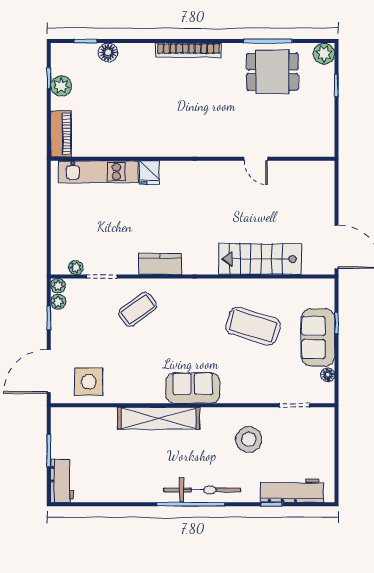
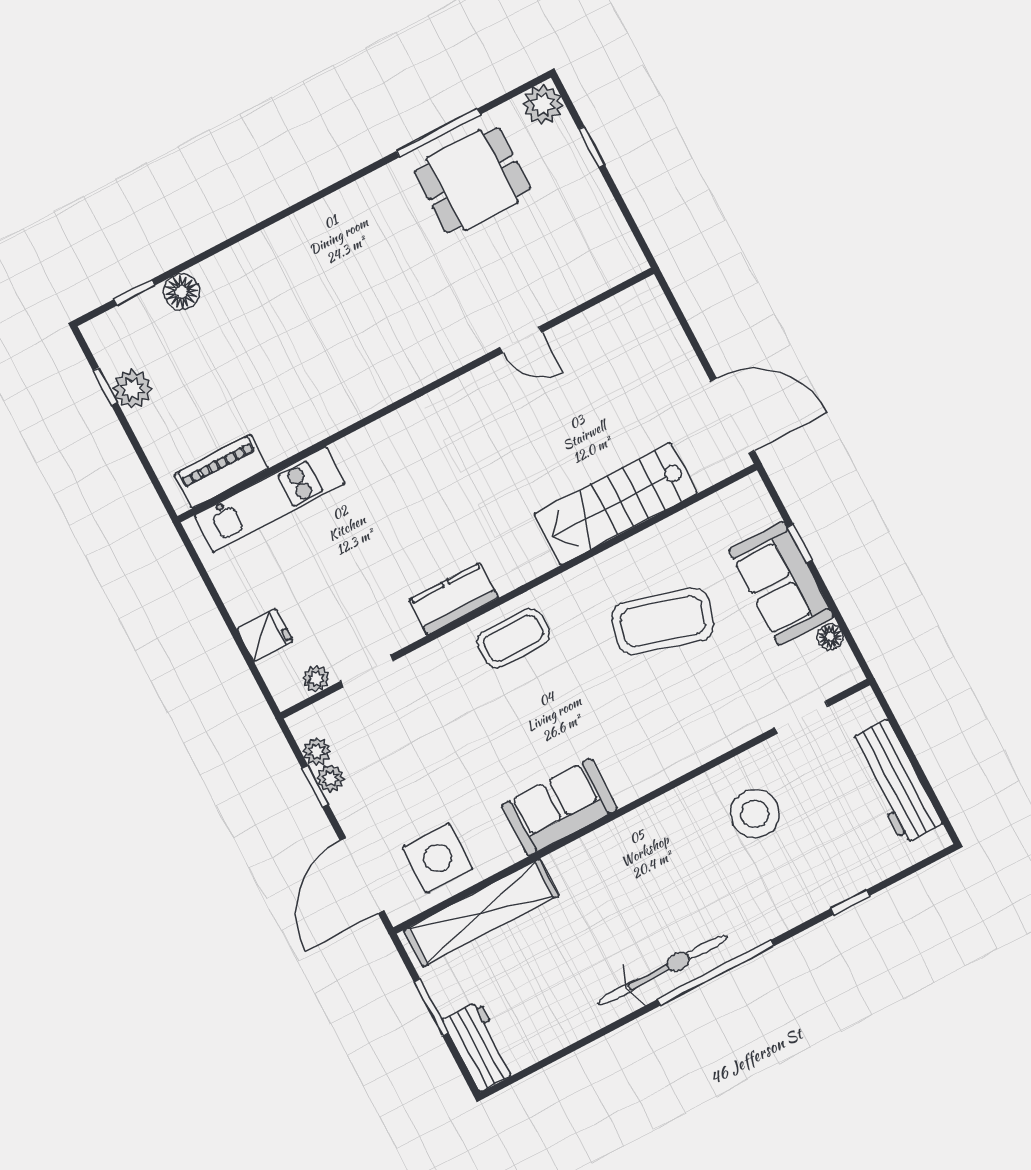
bookcase: (189, 50) -> (314, 218), removed
piano: (61, 134) -> (221, 471), moved, turned -90
fridge: (149, 172) -> (265, 635), moved, turned -90
plant: (58, 286) -> (330, 778), moved
coffee table: (138, 309) -> (513, 638), moved, turned 36
sofa: (193, 388) -> (559, 807), moved
shelving: (158, 418) -> (481, 913), moved
bicycle: (202, 490) -> (663, 970), moved
workbench: (292, 491) -> (895, 781), moved, turned -90

